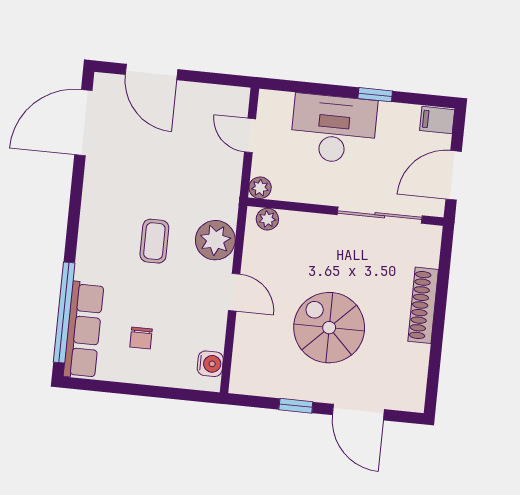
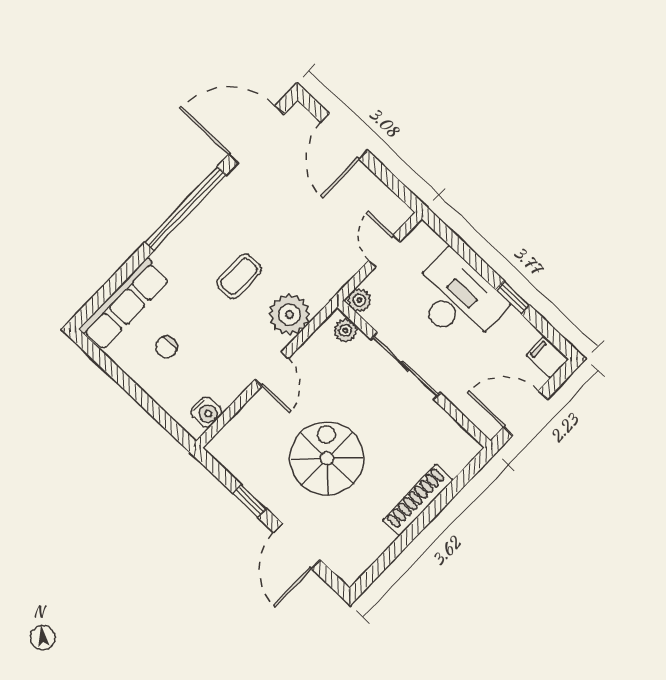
sliding door: (380, 215) -> (405, 366), moved
window: (64, 313) -> (186, 208), moved

